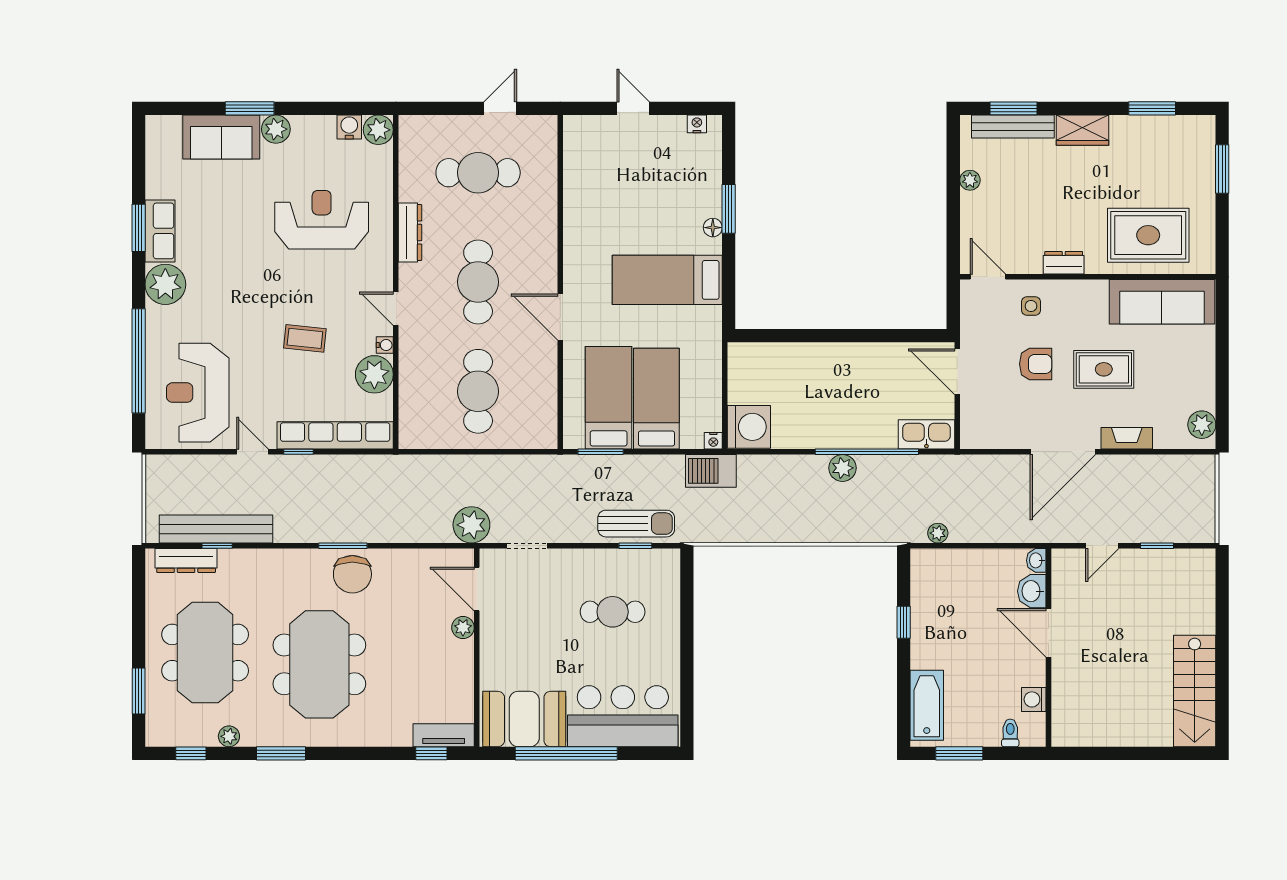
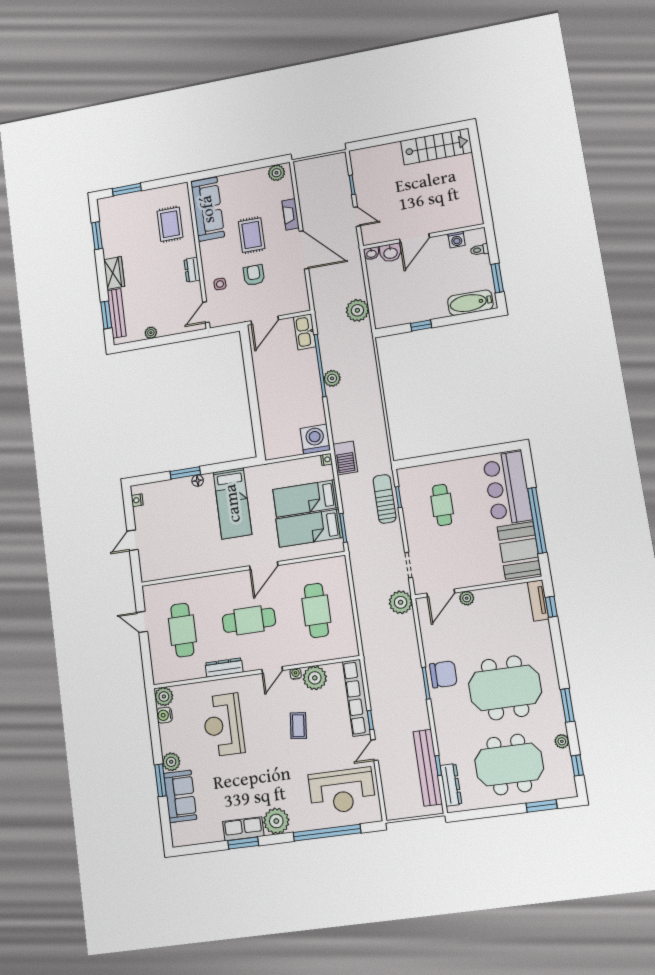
rug: (1148, 235) -> (170, 224), width x0.73, depth x0.70
cafe table: (478, 391) -> (316, 610), turned 90
plant: (938, 533) -> (357, 310), width x1.88, depth x1.88

